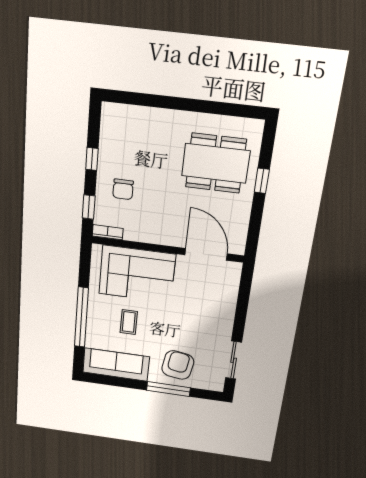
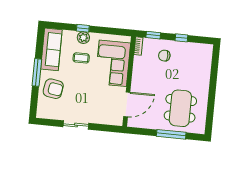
window: (262, 181) -> (171, 134), width x2.17
window: (81, 317) -> (83, 28), width x0.32
plant: (96, 317) -> (83, 38), added
sliding door: (234, 360) -> (76, 125), moved
window: (168, 389) -> (37, 72), moved

